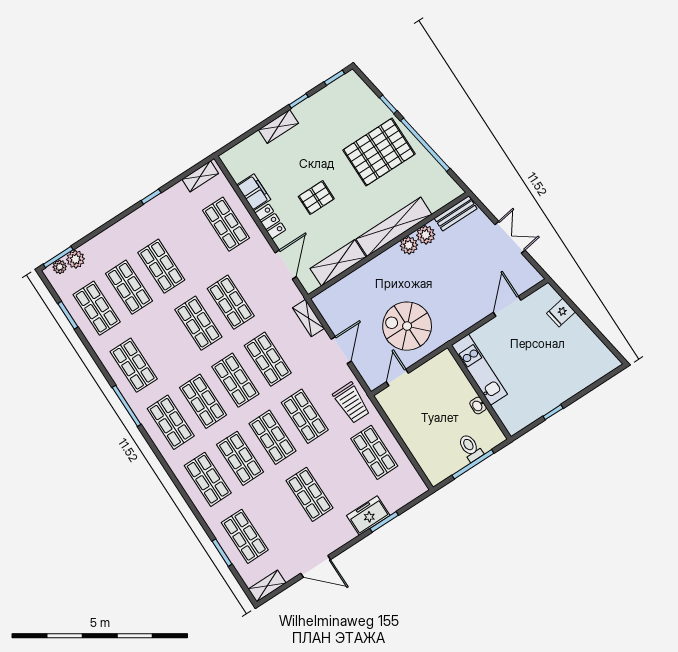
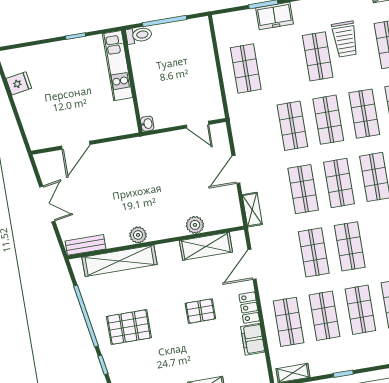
pallet: (379, 152) -> (129, 327), width x0.73, depth x0.71
shelving: (394, 227) -> (120, 261), moved
plant: (426, 235) -> (195, 225), moved
double door: (510, 237) -> (47, 204), swing flipped
shop shelf: (194, 245) -> (324, 316), added
fridge: (561, 313) -> (19, 83), moved
spiral stairs: (407, 326) -> (170, 166), removed
kitchen unit: (479, 370) -> (118, 66), moved
door: (397, 377) -> (198, 125), hinge flipped
trolley: (352, 403) -> (345, 39), moved, turned 180
washbasin: (478, 406) -> (147, 124), moved
toilet: (470, 448) -> (139, 35), moved, turned -90

